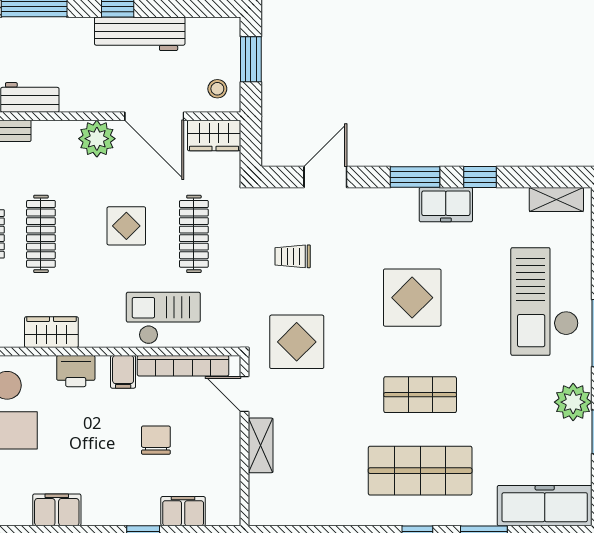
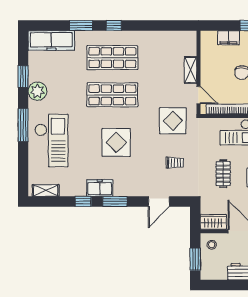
clothes rail: (194, 234) -> (223, 174), width x0.73
shop shelf: (420, 395) -> (112, 95), width x1.43, depth x1.36

